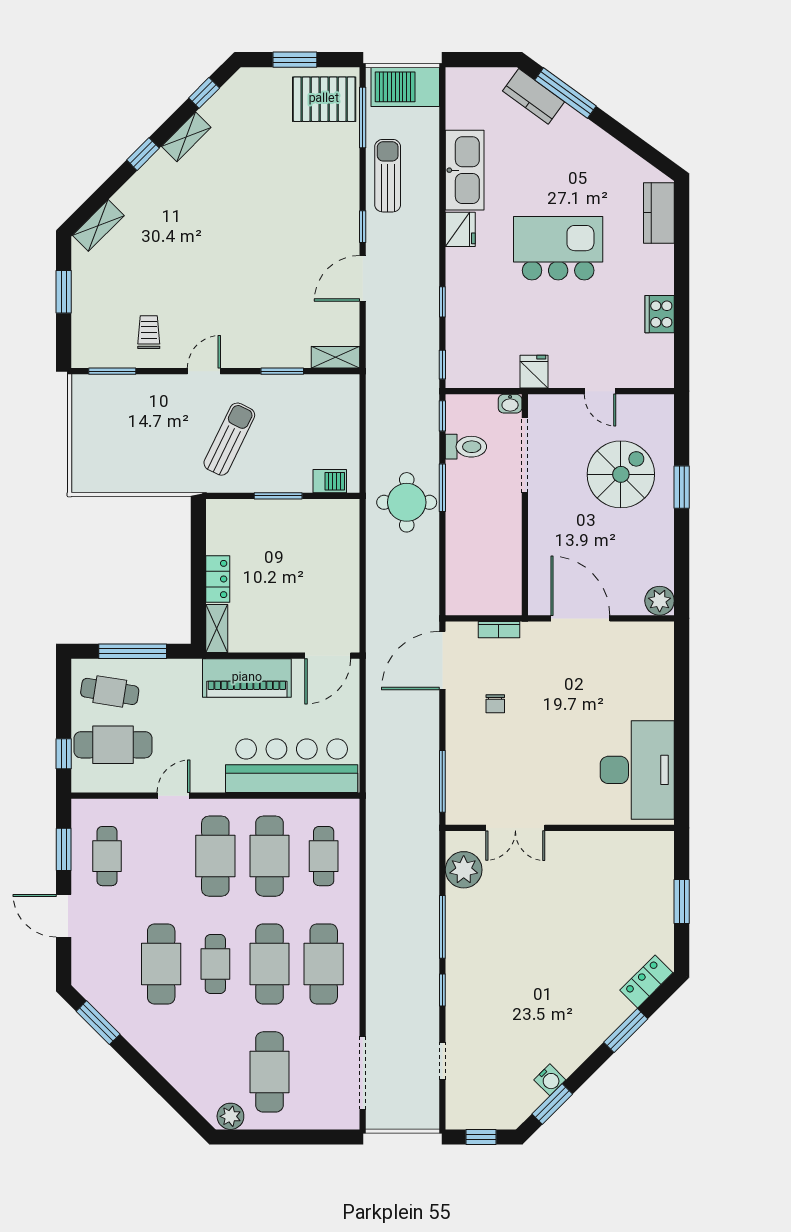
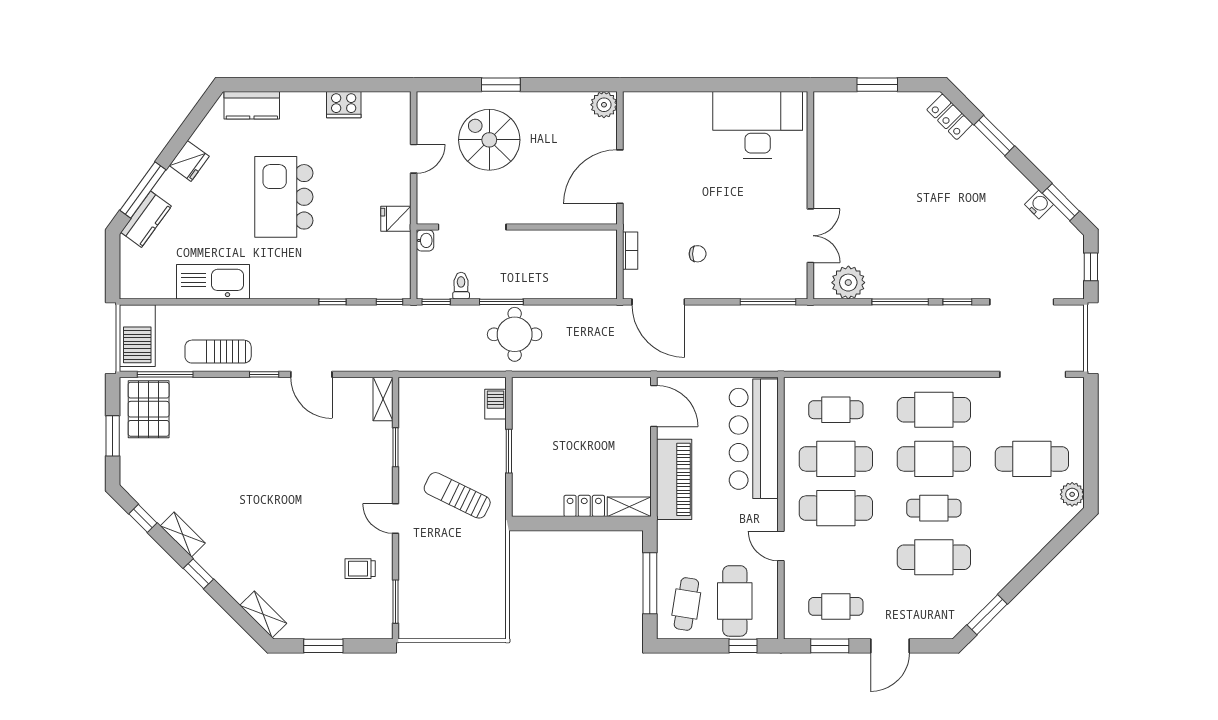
fridge: (460, 229) -> (189, 161), moved, turned 126
toilet: (466, 447) -> (461, 286), width x0.73, depth x0.72
doorway: (442, 1061) -> (1022, 302), width x1.88

